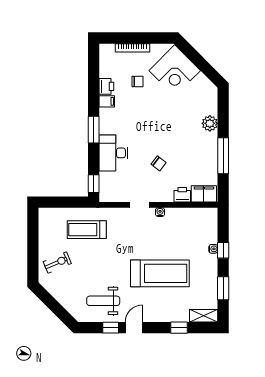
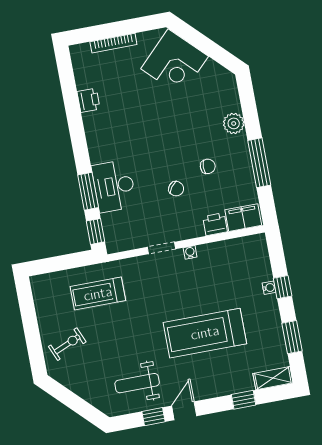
chair: (137, 81) -> (208, 166), moved
filing cabinet: (107, 101) -> (93, 120), removed
window: (94, 130) -> (88, 191), moved
treadmill: (160, 273) -> (205, 333), turned 180

